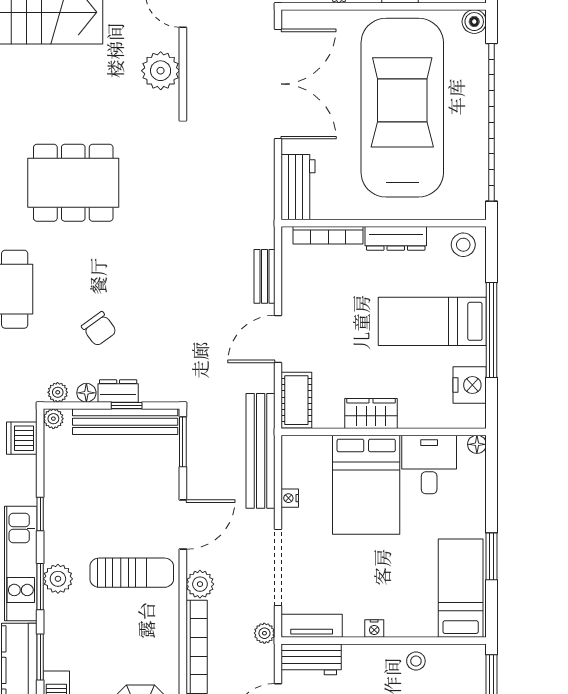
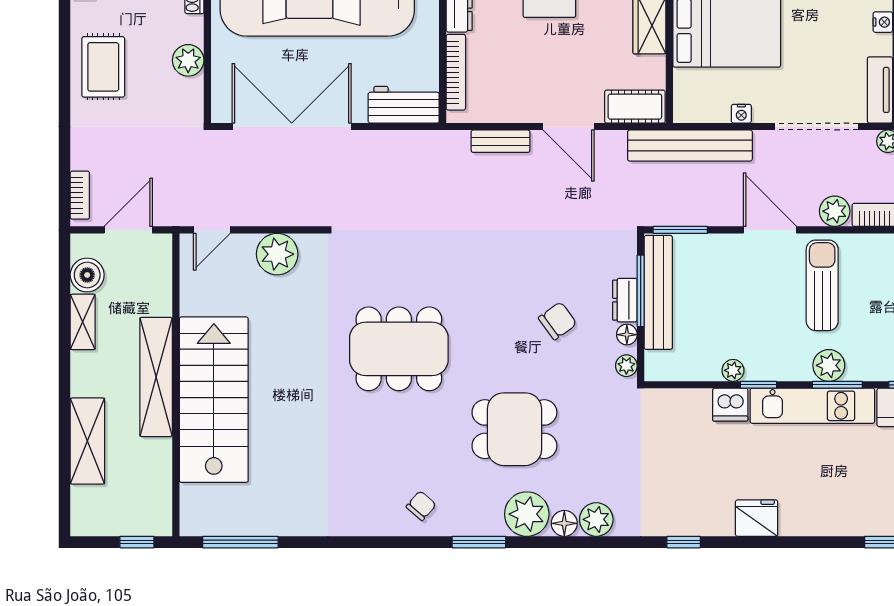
dining table: (73, 183) -> (399, 349), turned 90
window: (127, 405) -> (641, 291), width x2.17
plant: (53, 419) -> (733, 370), moved
dishwasher: (22, 438) -> (730, 405), moved

